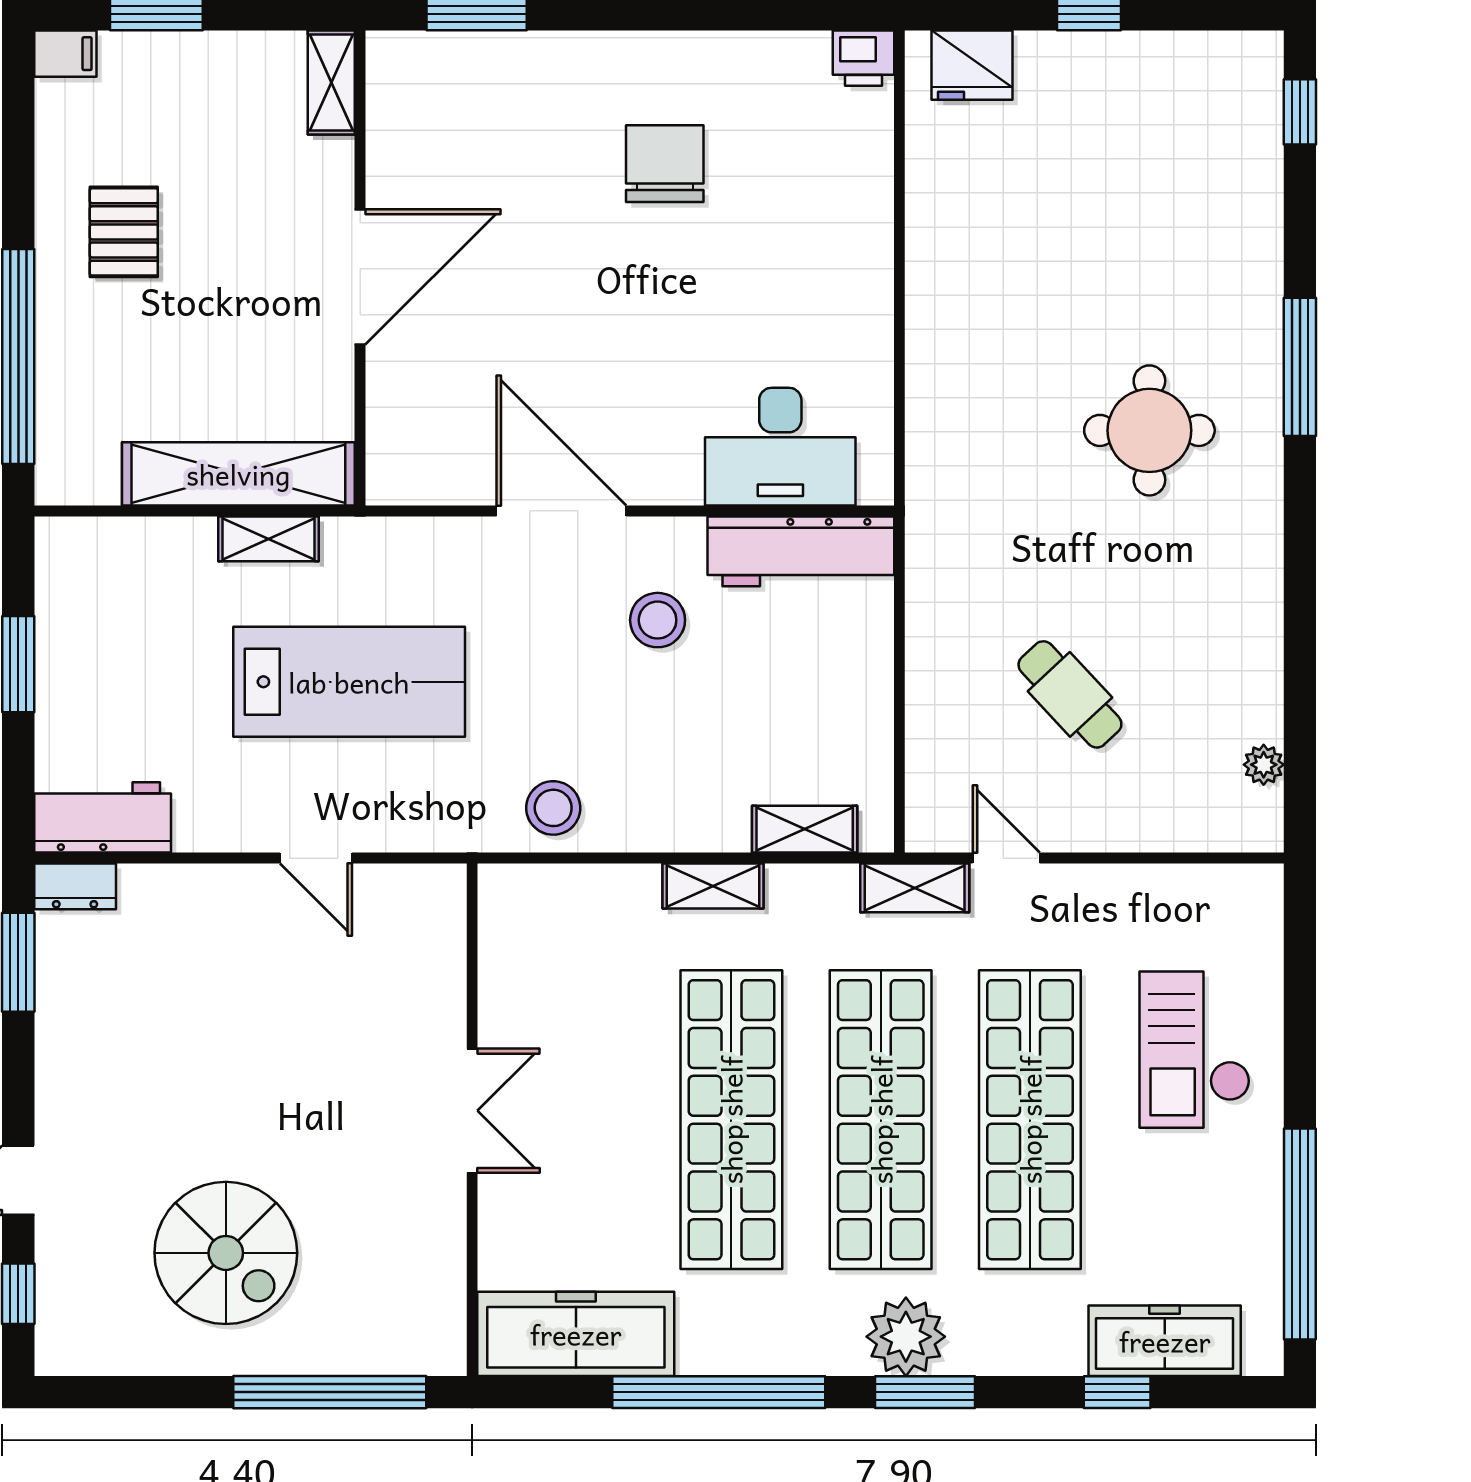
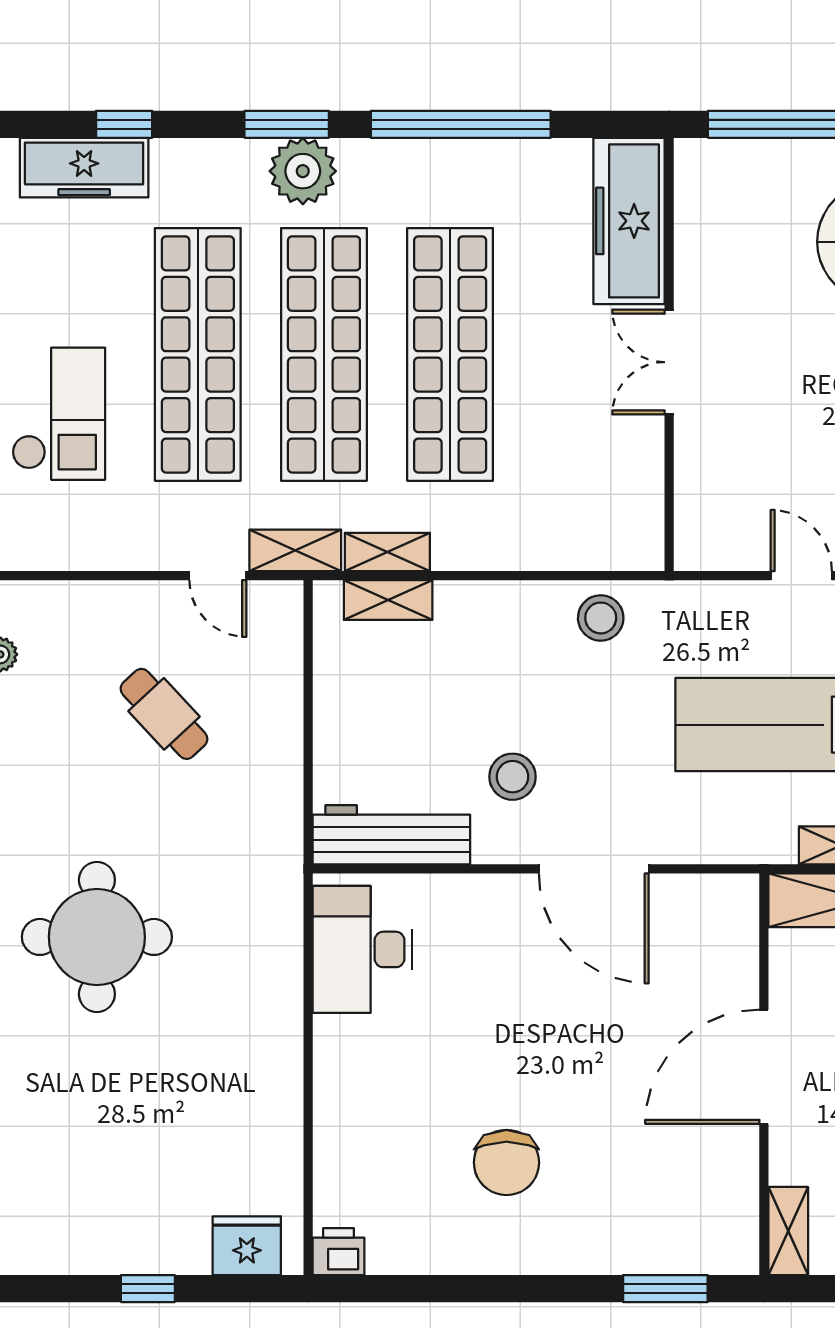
round table: (1149, 430) -> (97, 937), width x1.36, depth x1.36
desk: (780, 447) -> (363, 949), moved, turned -90
shelving: (713, 886) -> (387, 552), moved
freezer: (576, 1334) -> (629, 221), moved, turned 90

